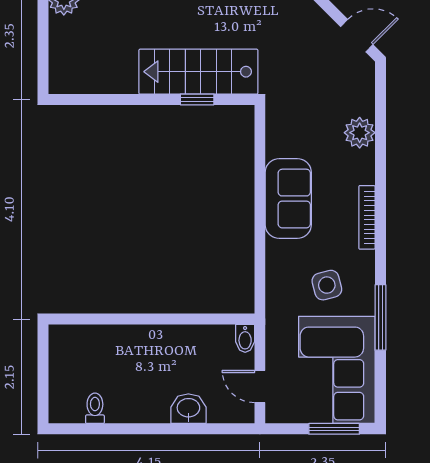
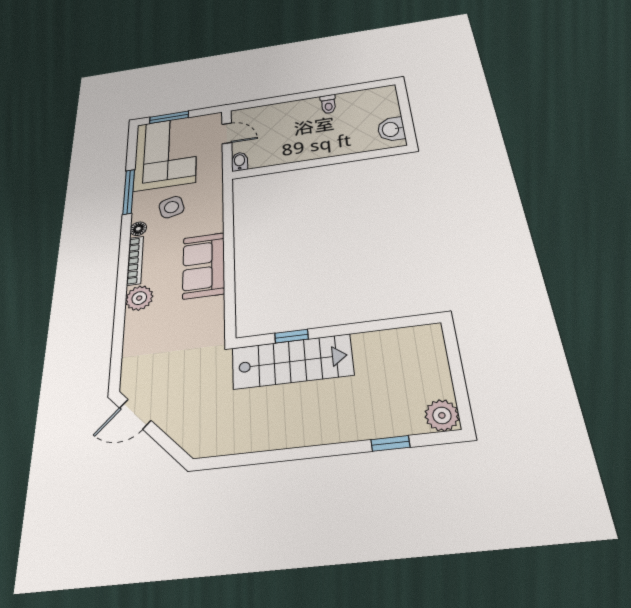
plant: (360, 133) -> (139, 298), moved
floor lamp: (366, 261) -> (138, 229), added
toilet: (95, 408) -> (328, 104), moved
washbasin: (188, 409) -> (391, 129), moved, turned 90

